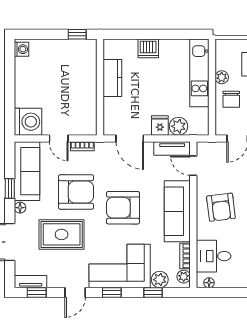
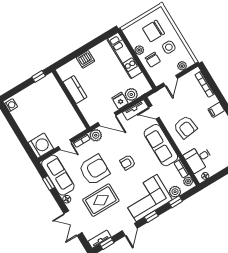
plant: (104, 150) -> (96, 135), added
window: (10, 189) -> (49, 183), moved
armchair: (123, 208) -> (128, 162), width x0.53, depth x0.53

